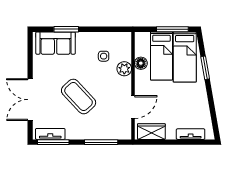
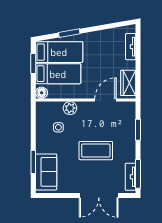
window: (172, 29) -> (33, 64), width x0.69
floor lamp: (141, 63) -> (42, 93), moved
coffee table: (79, 97) -> (96, 151), turned 43
door: (133, 107) -> (106, 100), hinge flipped
window: (101, 142) -> (138, 130), width x0.69

